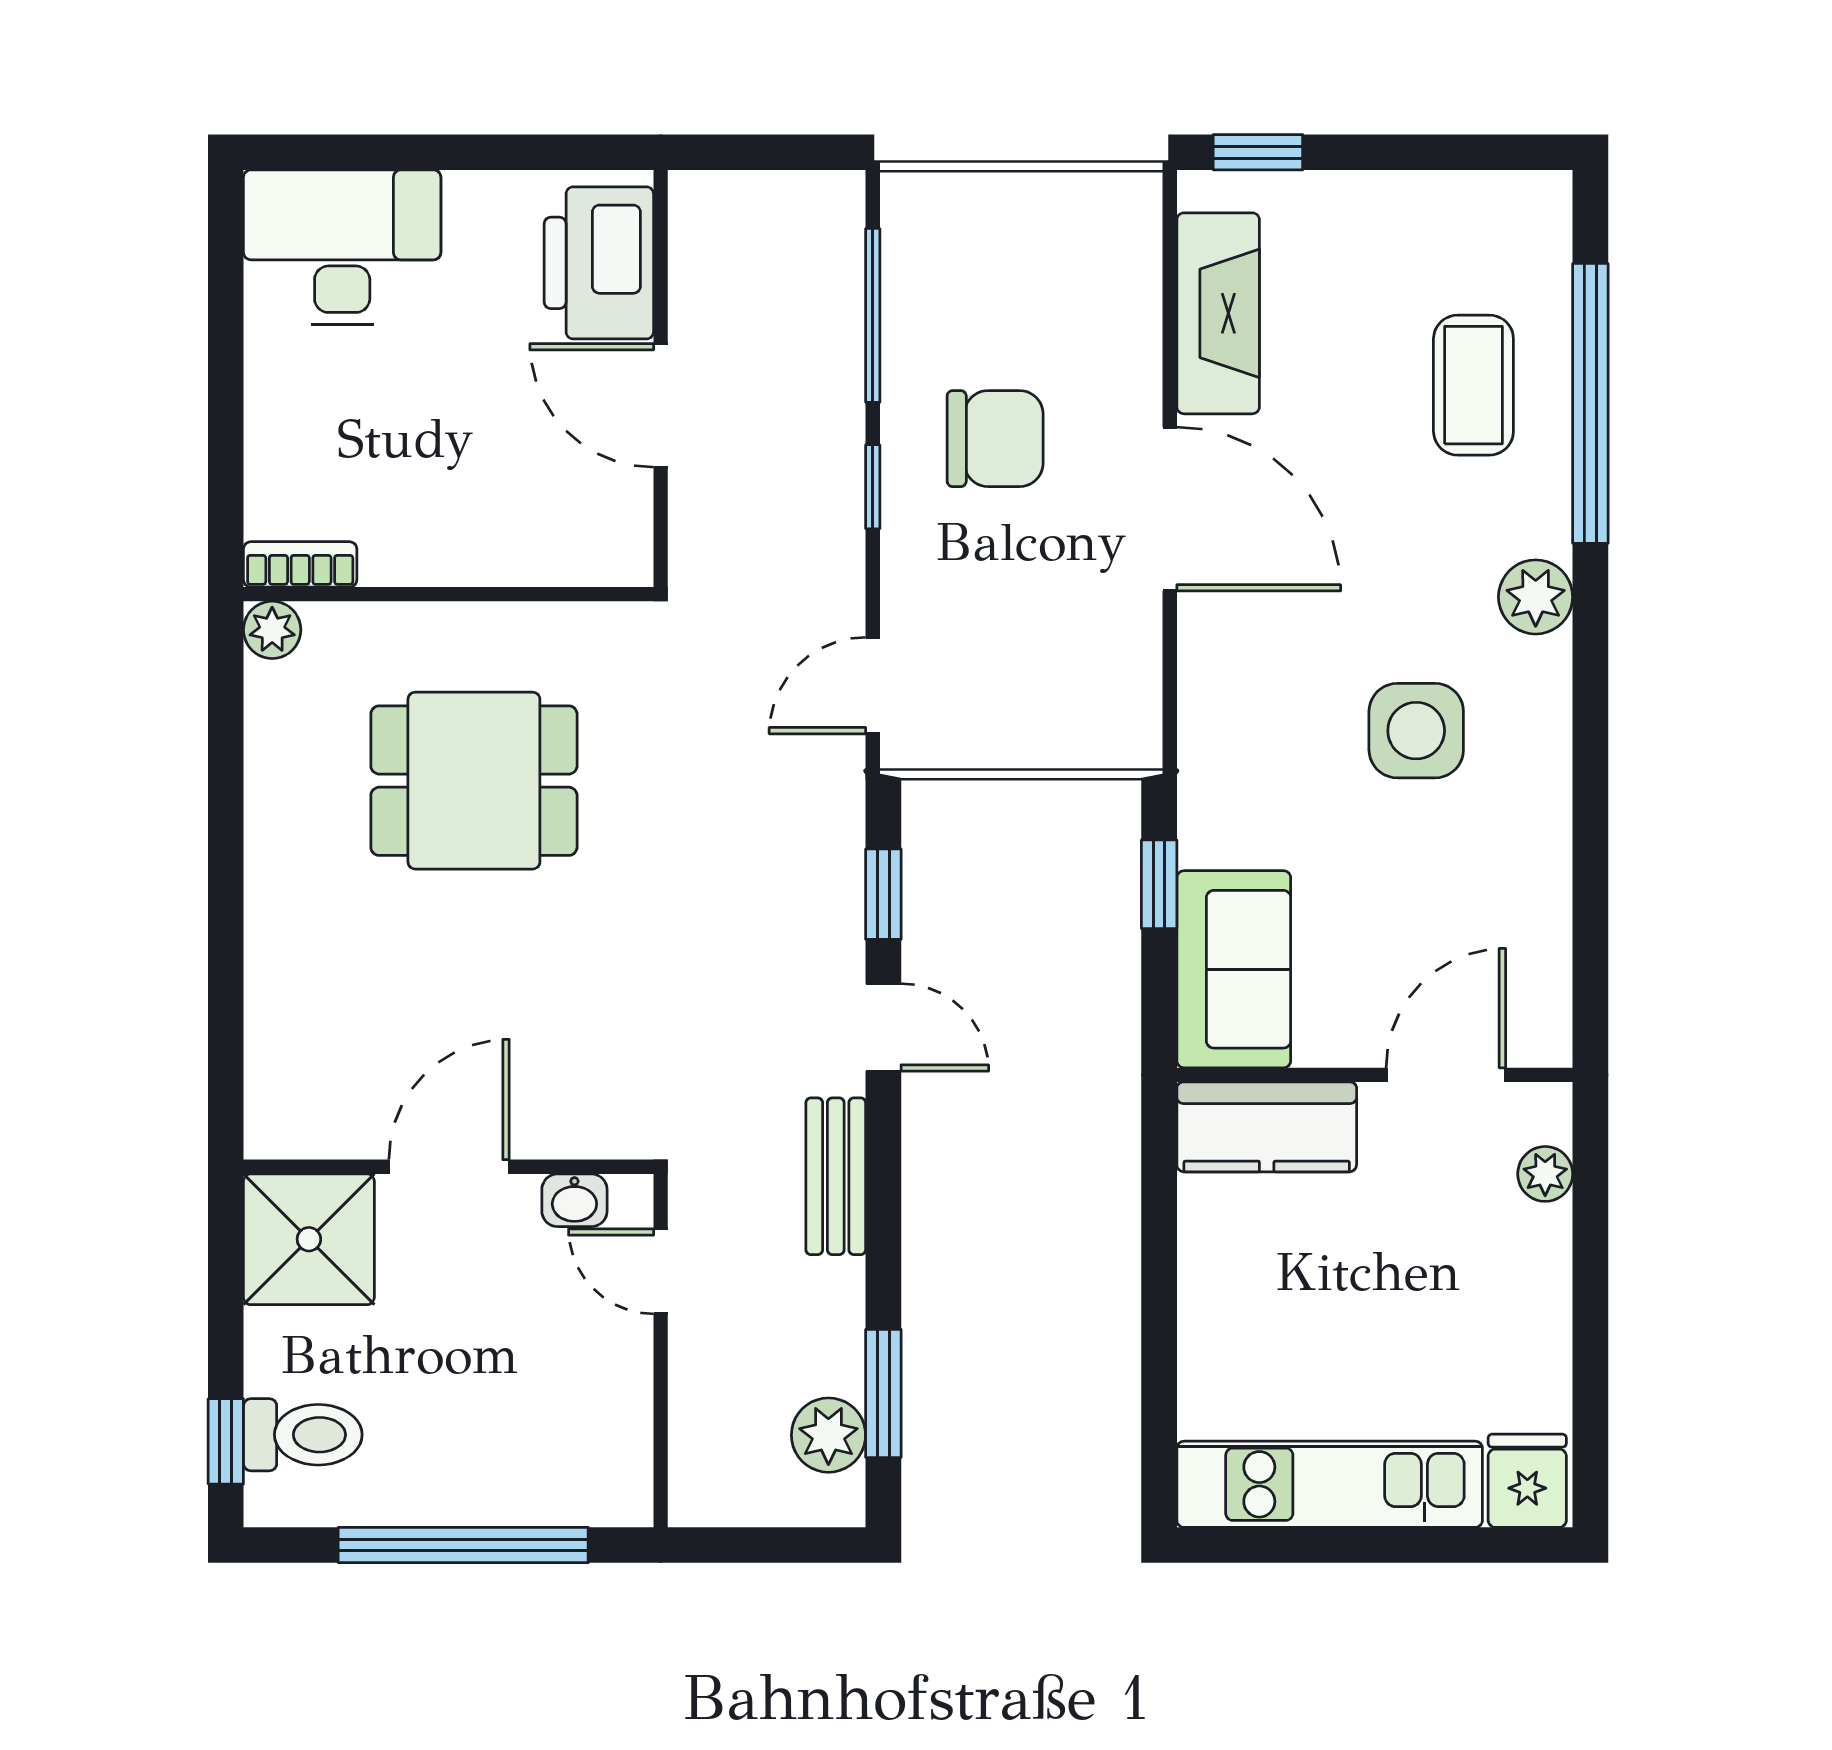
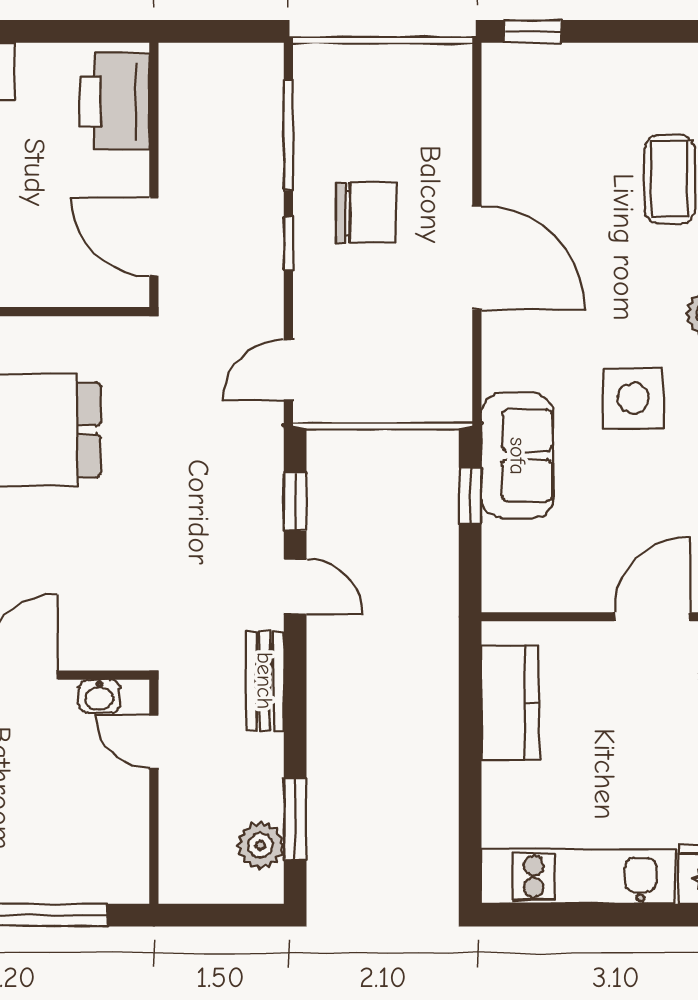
fireplace: (1218, 313) -> (508, 134), removed
door: (661, 405) -> (154, 237), moved
sofa: (1234, 969) -> (518, 456), moved
kitchen counter: (1267, 1127) -> (510, 703), moved, turned -90

